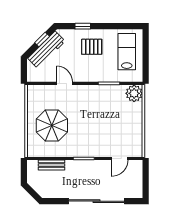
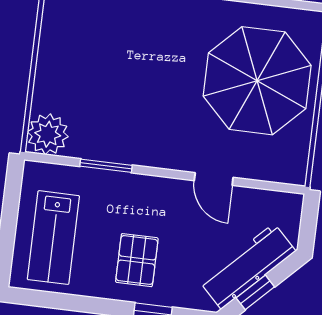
pallet: (92, 47) -> (137, 260), turned 90
parasol: (52, 125) -> (257, 81), width x1.36, depth x1.36

